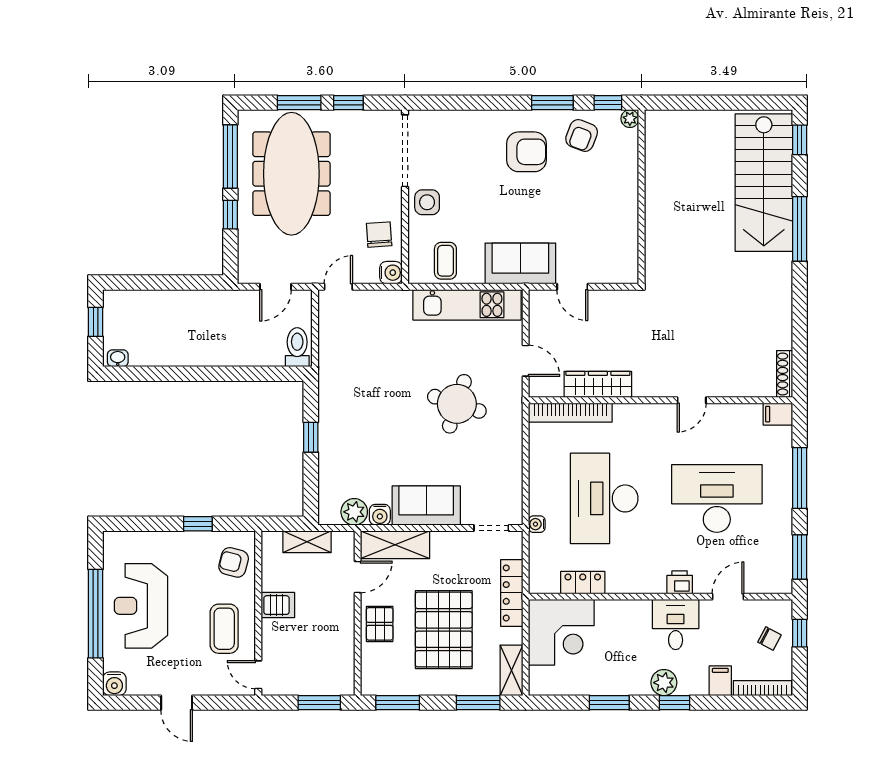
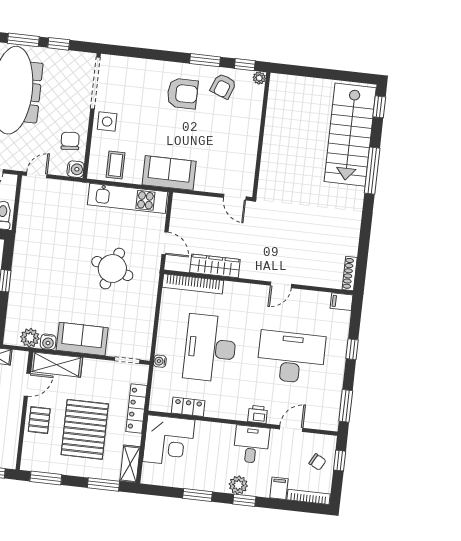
door: (572, 287) -> (235, 197), moved
window: (800, 478) -> (352, 349), width x0.46

